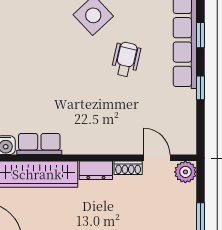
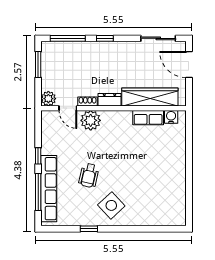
window: (201, 35) -> (38, 192), width x2.17
plant: (124, 140) -> (91, 120), added

